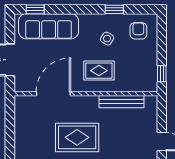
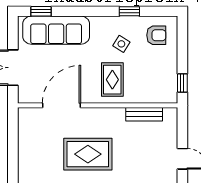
armchair: (138, 31) -> (156, 35), turned 90
rug: (99, 71) -> (112, 80), turned 90
bench: (121, 102) -> (144, 114), width x0.73

